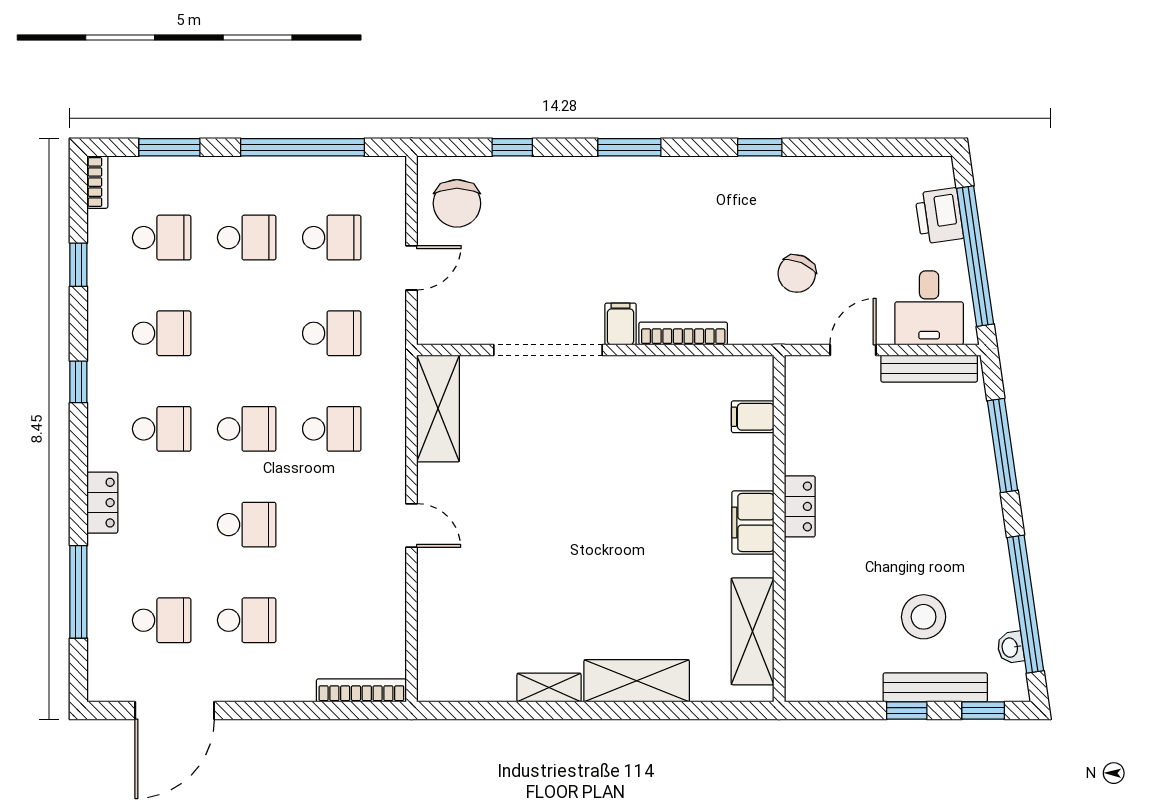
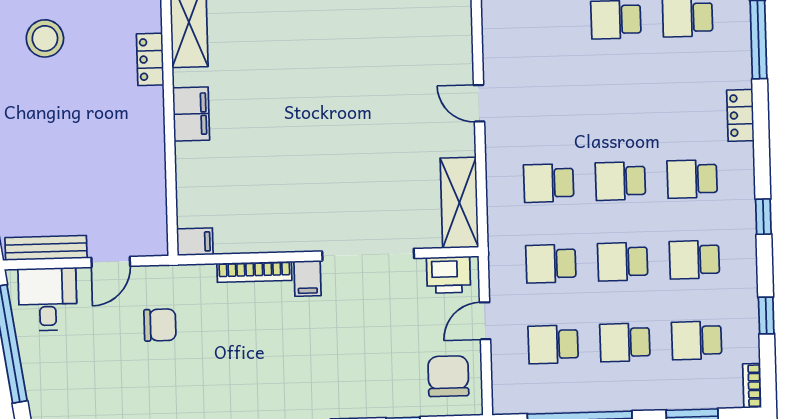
printer: (939, 216) -> (448, 275), moved, turned 98
chair: (797, 274) -> (160, 325), turned 67
filing cabinet: (753, 417) -> (195, 242), moved
locker: (800, 506) -> (150, 59), moved
school desk: (247, 525) -> (623, 262), moved

